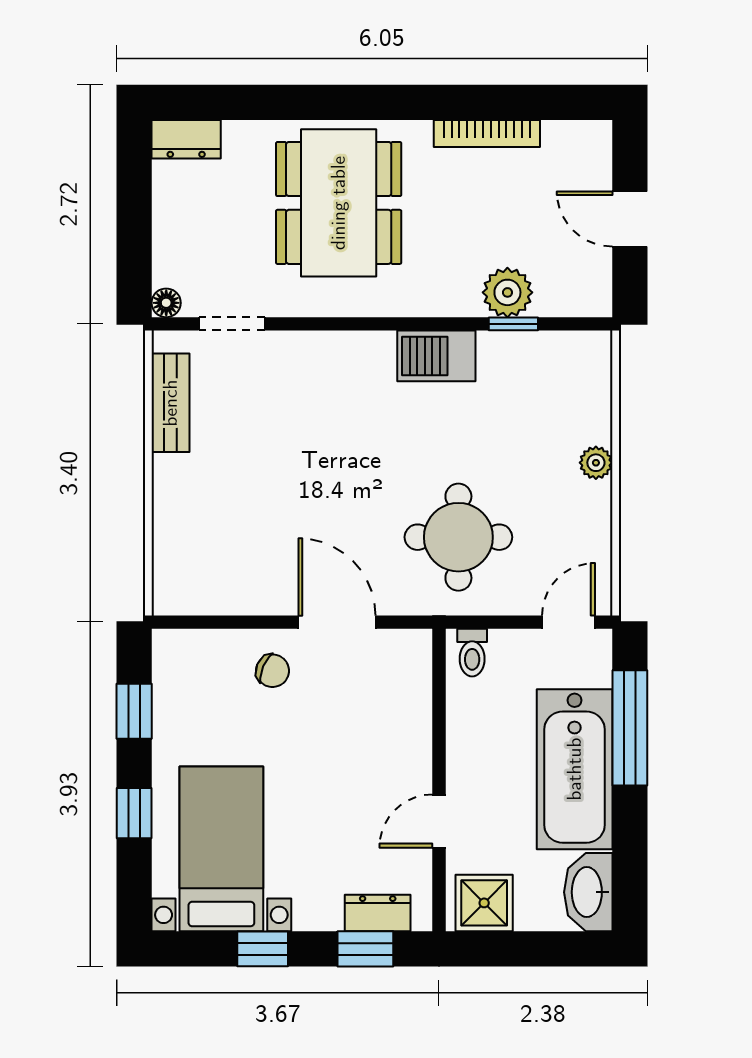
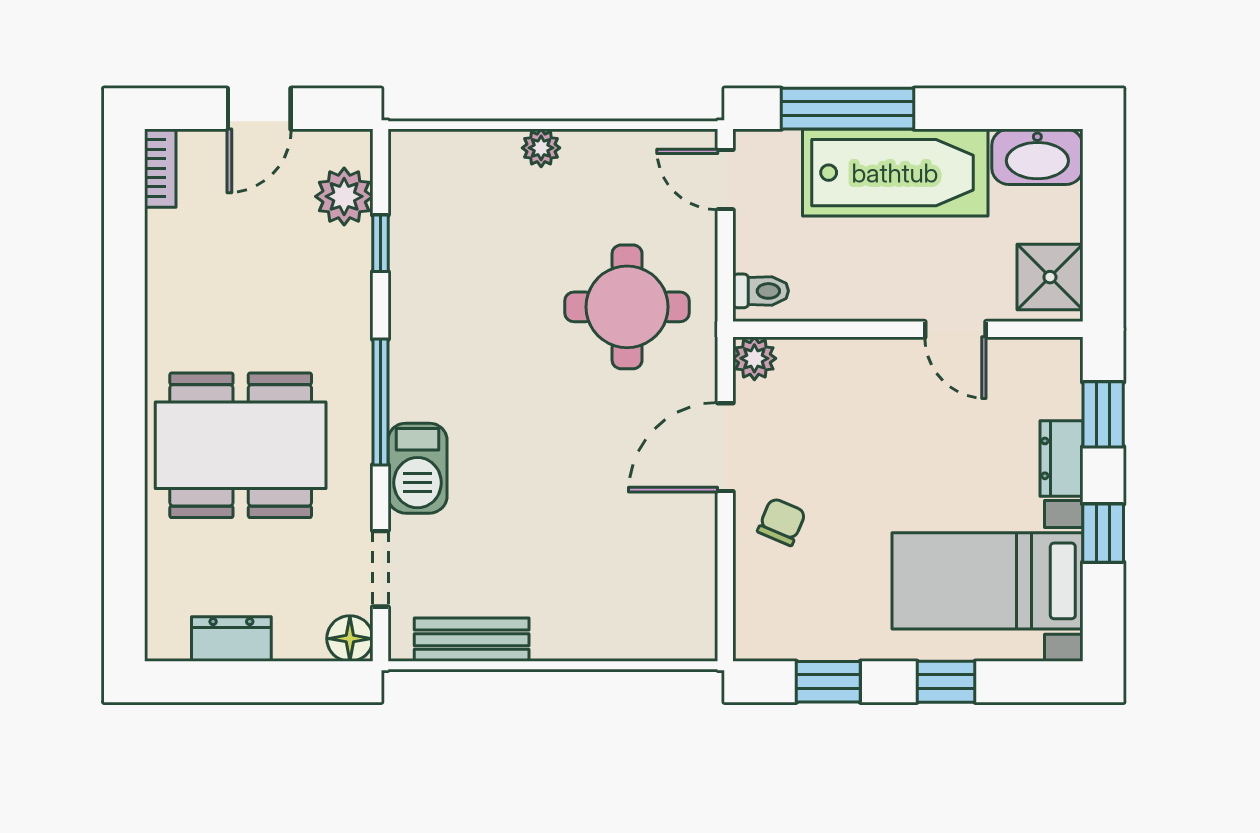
bookcase: (487, 133) -> (160, 168), moved, width x0.64
dresser: (186, 139) -> (231, 639), moved, turned -90
plant: (507, 292) -> (344, 196), moved
floor lamp: (166, 303) -> (350, 639), width x1.37, depth x1.37
window: (376, 324) -> (380, 402), added
barbecue: (436, 356) -> (418, 468), moved
plant: (414, 647) -> (754, 358), added
dresser: (378, 913) -> (1062, 458), moved

